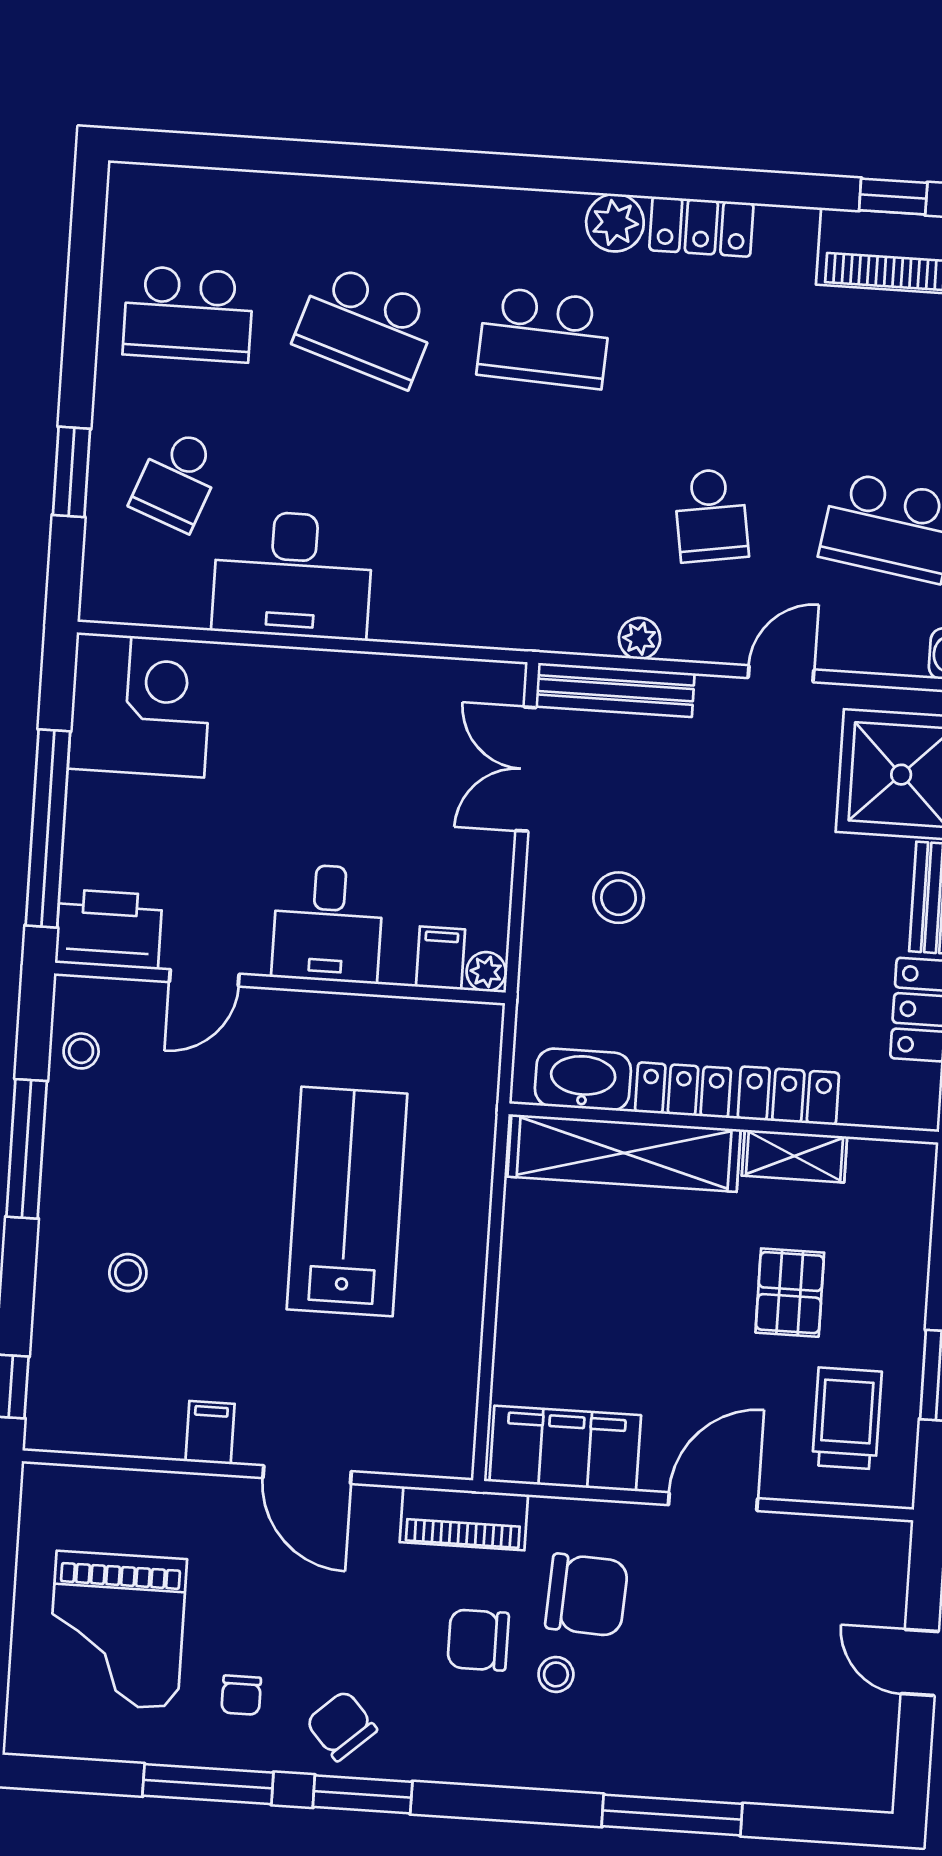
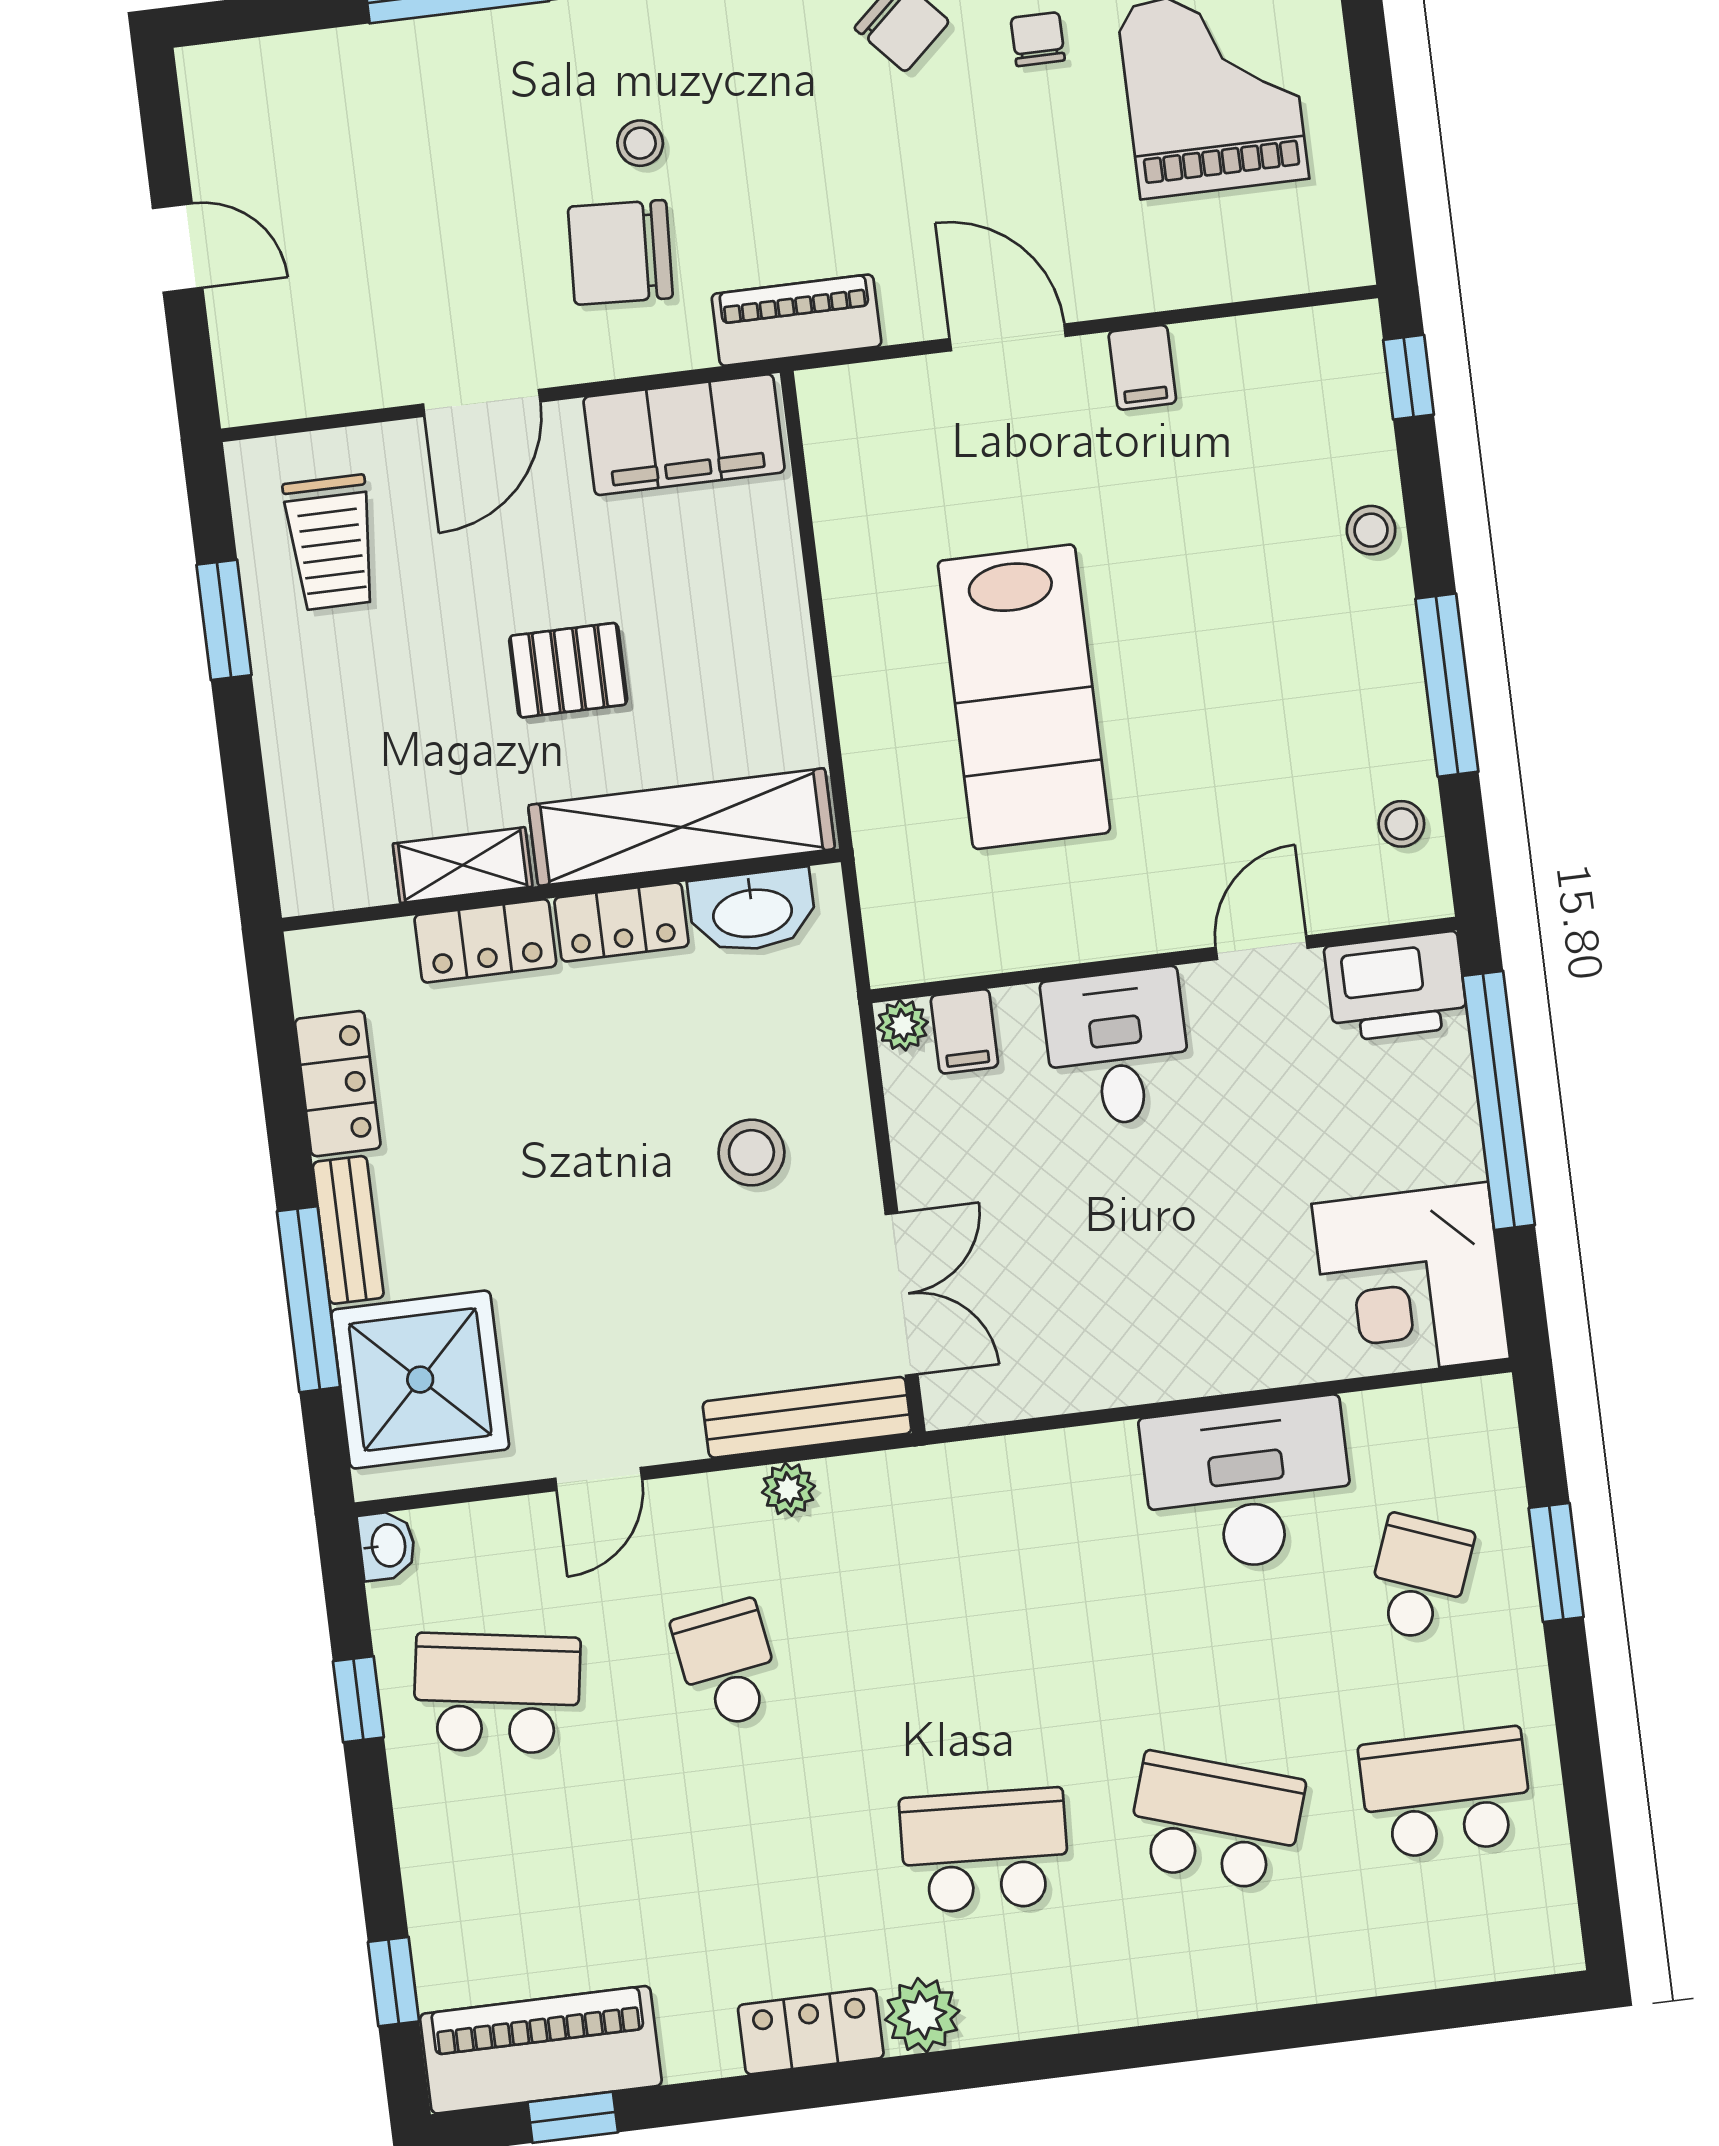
stool: (128, 1273) -> (1371, 530), moved
pallet: (790, 1293) -> (568, 670), moved, turned 90
chair: (478, 1640) -> (748, 168), removed

